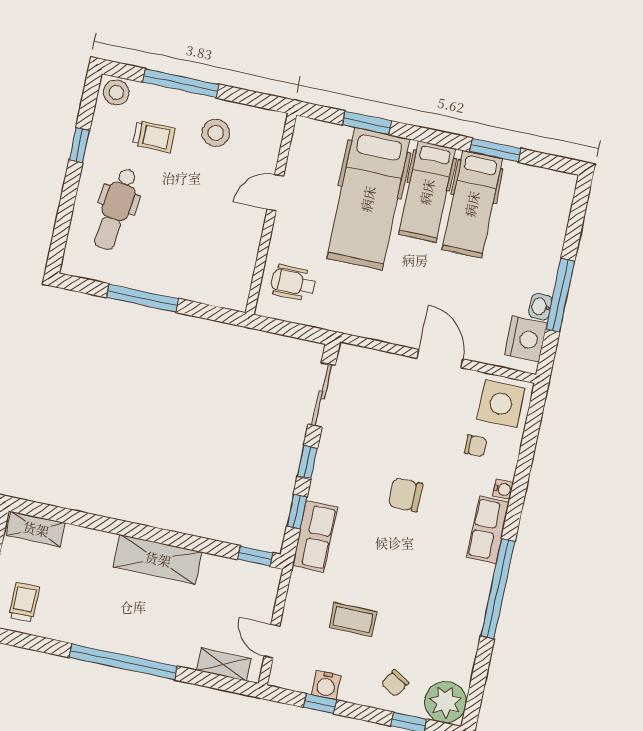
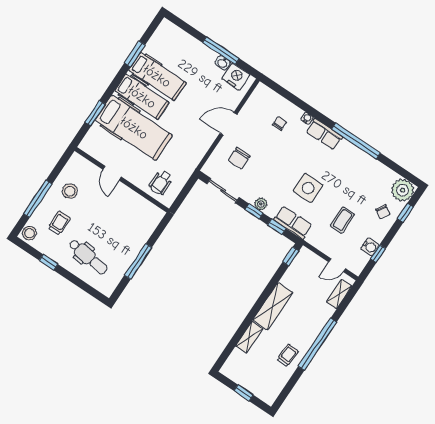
side table: (501, 404) -> (308, 188), moved
plant: (325, 469) -> (261, 204), added
chair: (405, 495) -> (239, 158), moved
shelving: (36, 529) -> (249, 337), moved
trolley: (24, 602) -> (288, 355), moved, turned 93

